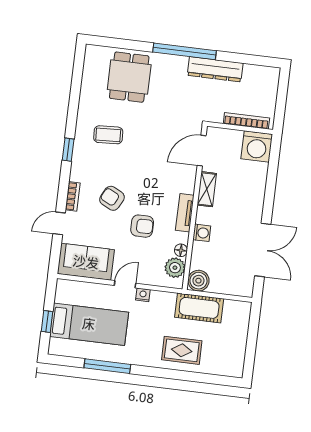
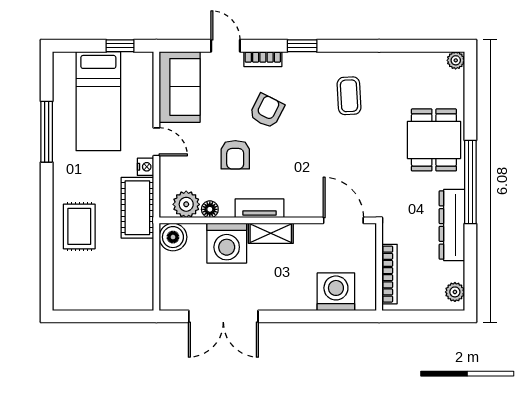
plant: (91, 51) -> (456, 60), added
plant: (266, 73) -> (455, 292), added
dining table: (129, 77) -> (434, 140), moved, turned 90
washing machine: (257, 147) -> (336, 292), moved, turned 90
window: (68, 150) -> (302, 46), moved
shelving: (207, 189) -> (271, 233), moved
washing machine: (202, 233) -> (227, 243), width x1.89, depth x1.89
cot: (199, 308) -> (137, 208), moved
window: (47, 322) -> (120, 46), moved

